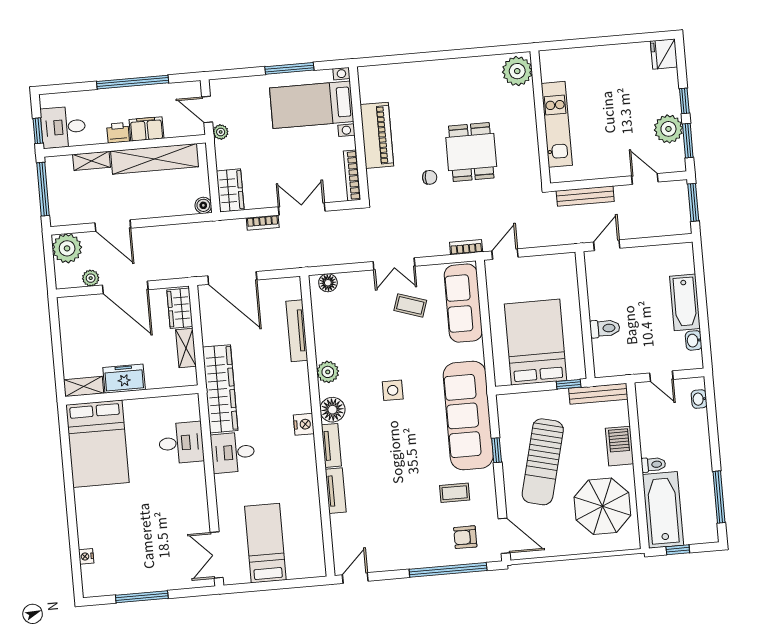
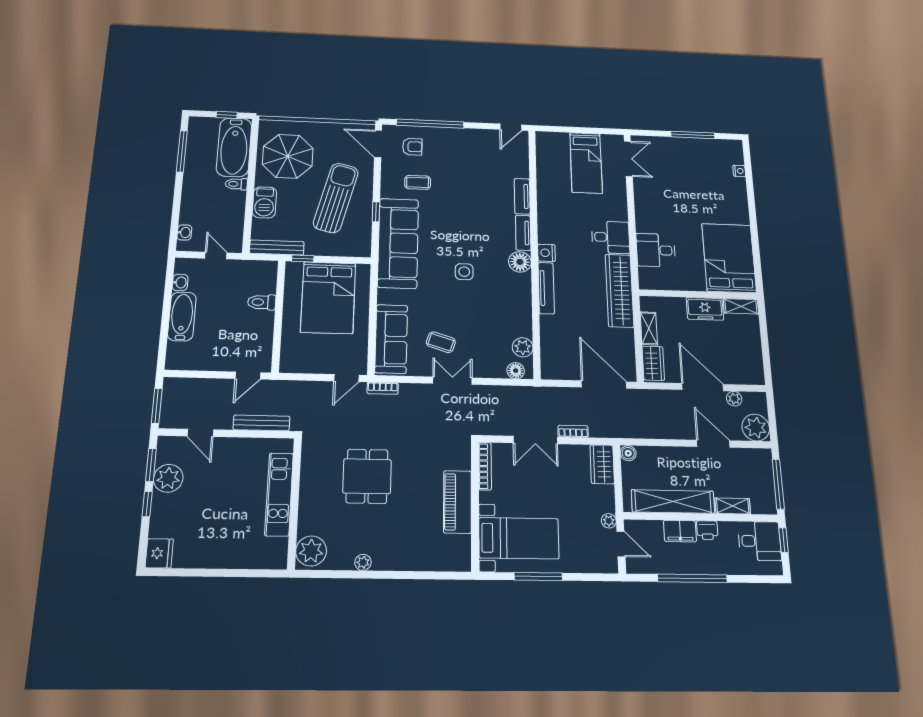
plant: (465, 65) -> (363, 562), added
chair: (430, 177) -> (410, 456), removed
tv unit: (297, 331) -> (546, 288), moved
plant: (328, 372) -> (523, 347), moved

